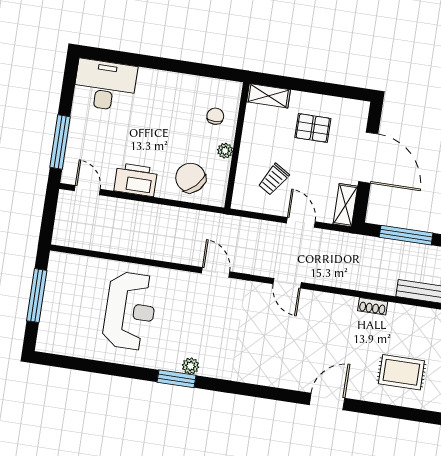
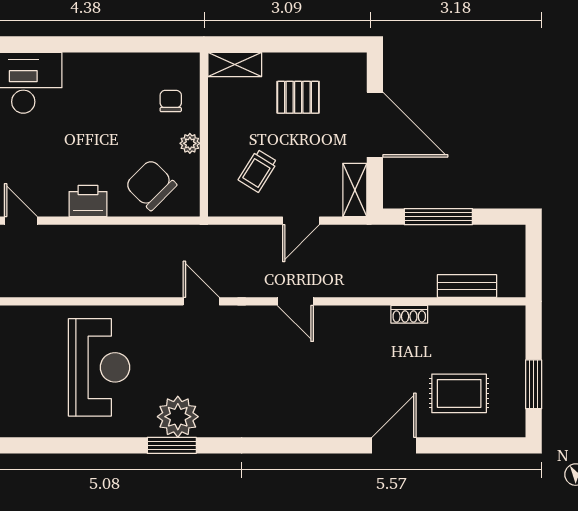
printer: (136, 180) -> (88, 201), width x0.73, depth x0.84
door: (301, 222) -> (301, 221), swing flipped
plant: (191, 366) -> (178, 417), width x1.88, depth x1.88
door: (327, 402) -> (394, 445), moved

